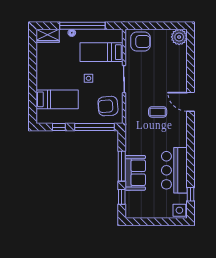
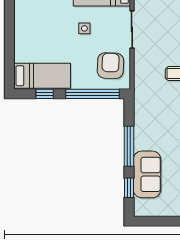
bed: (57, 99) -> (42, 76), moved
armchair: (108, 106) -> (110, 66), turned 96
sofa: (135, 173) -> (147, 174), moved

